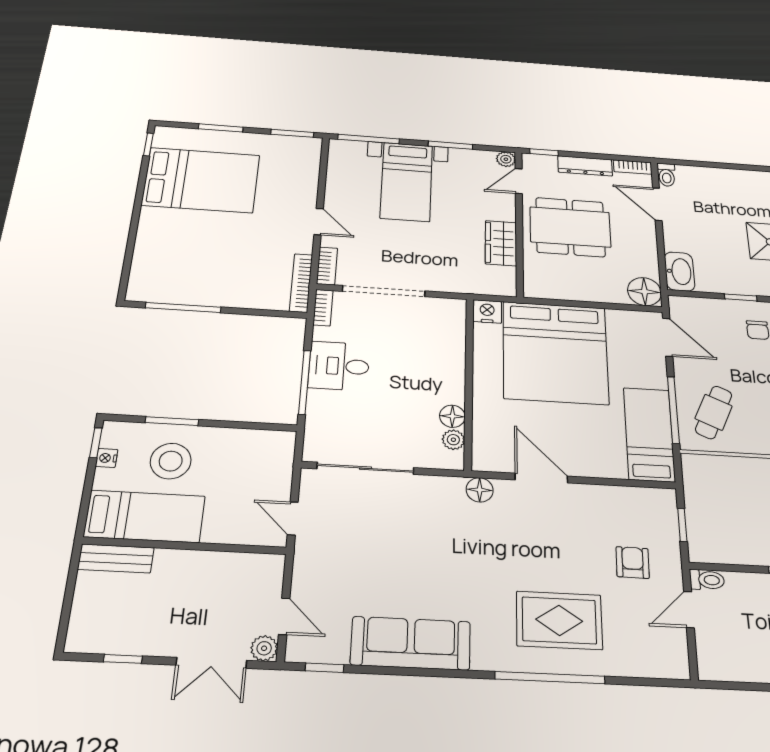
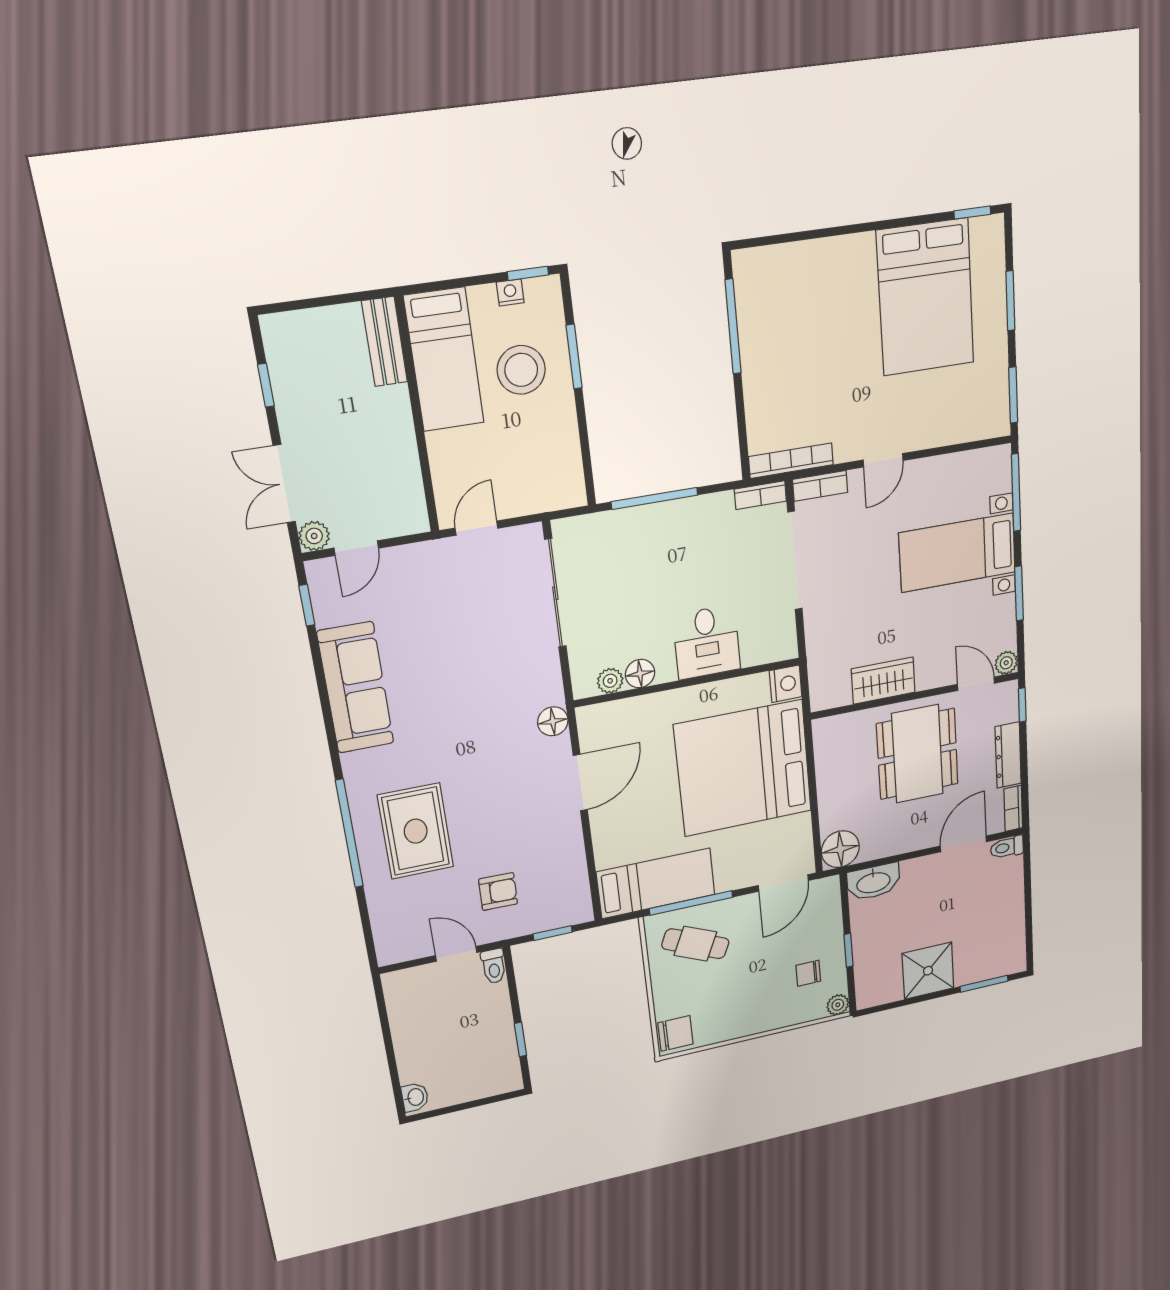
desk: (339, 366) -> (707, 642), moved, turned 180

